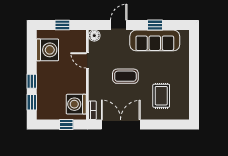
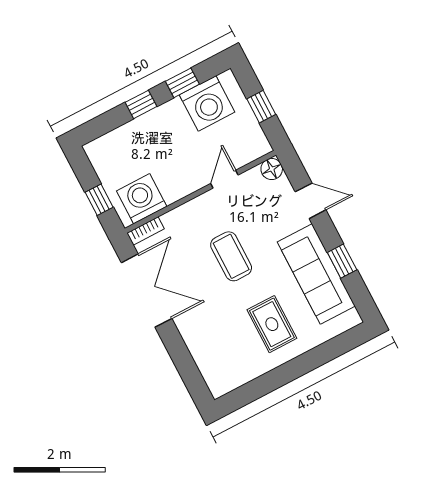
rug: (161, 96) -> (272, 324), moved, turned 90
window: (32, 102) -> (182, 83), moved

